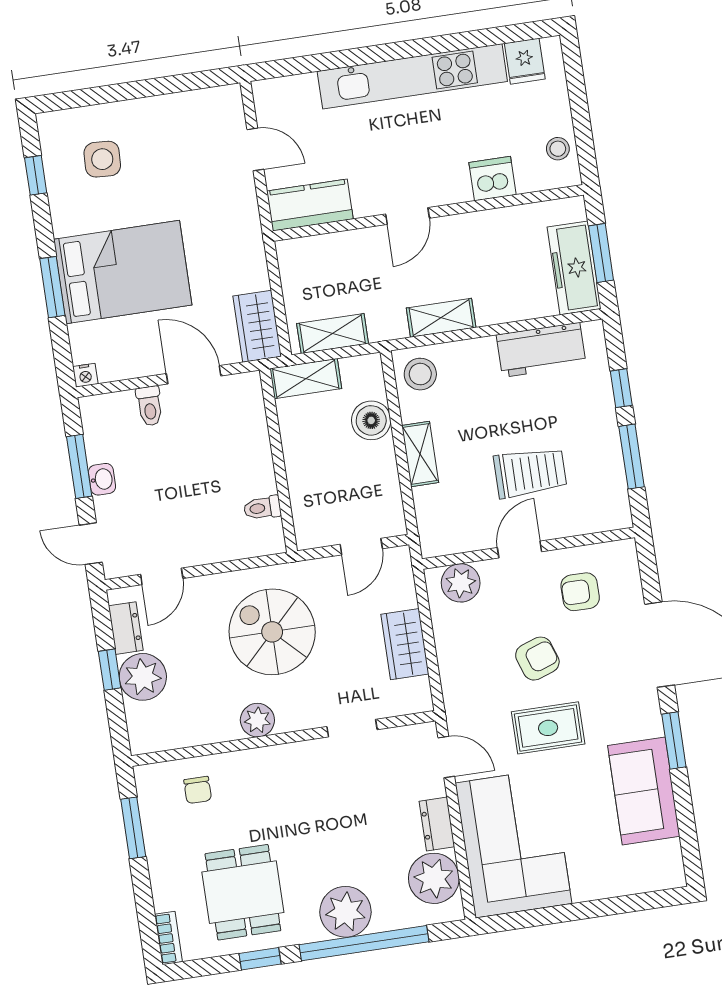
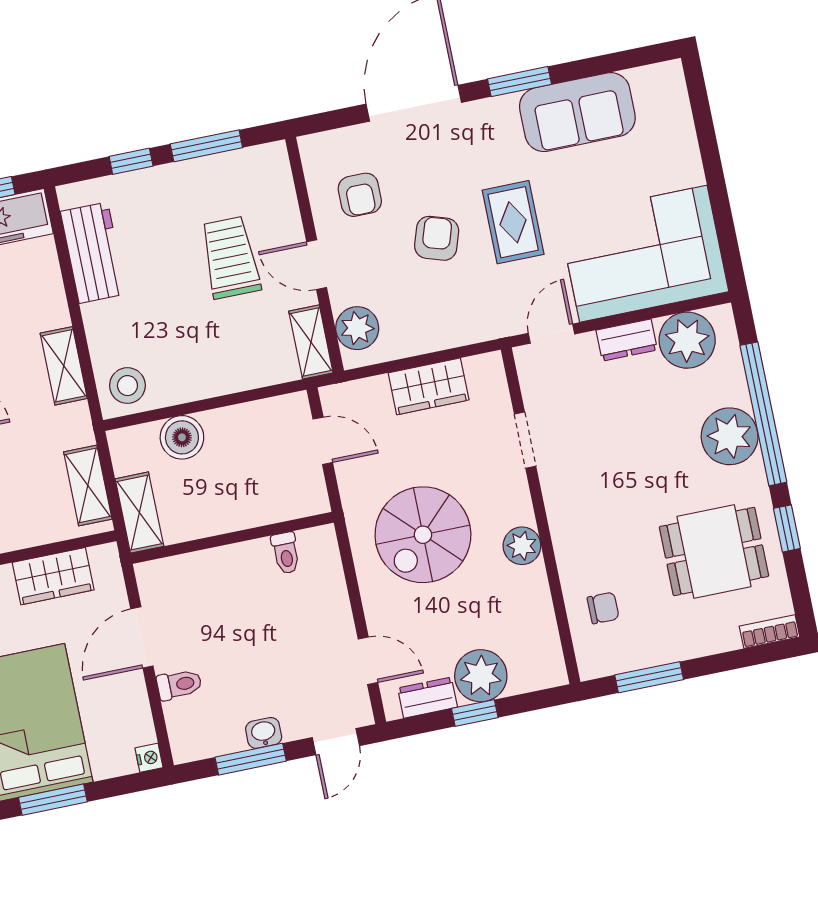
wardrobe: (257, 326) -> (53, 576), moved
shelving: (420, 454) -> (311, 342), moved, turned 90
armchair: (537, 659) -> (437, 238), turned 37

